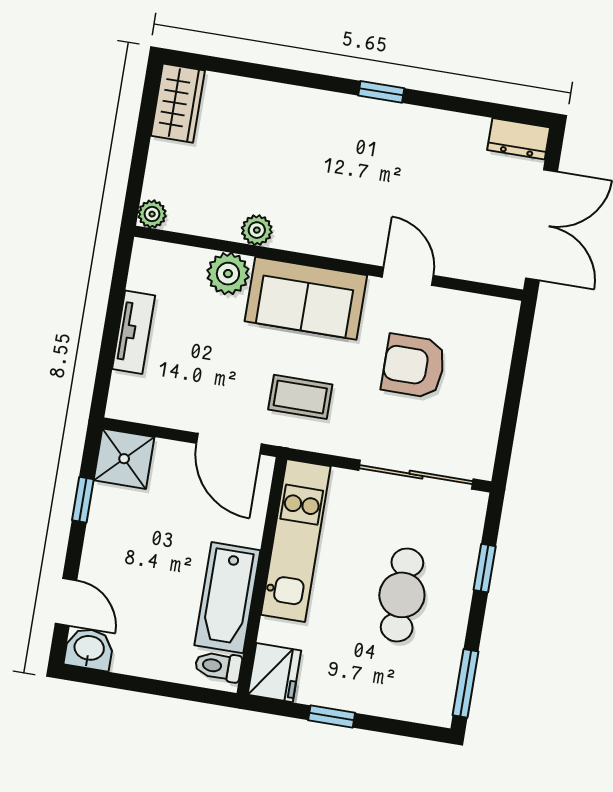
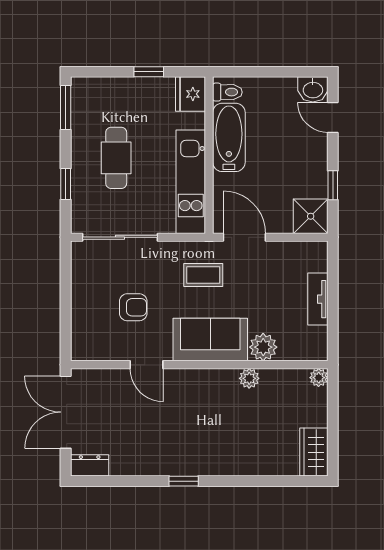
armchair: (414, 366) -> (133, 307), width x0.72, depth x0.72

